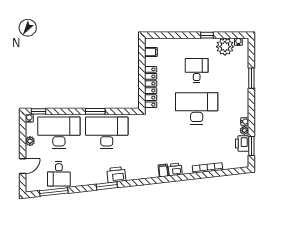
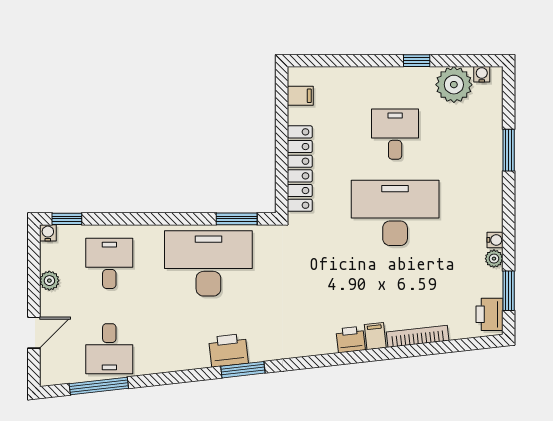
window: (95, 111) -> (237, 219), moved
desk: (59, 133) -> (109, 263), width x0.53, depth x0.77
printer: (242, 143) -> (489, 314), moved
filing cabinet: (163, 171) -> (375, 336), moved
window: (107, 186) -> (243, 370), moved

